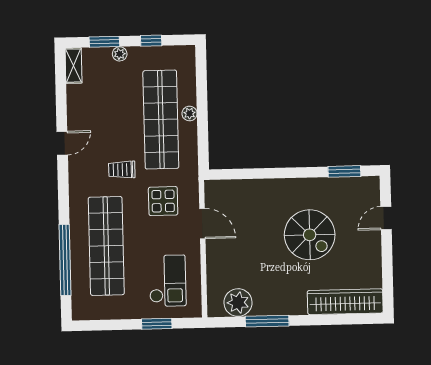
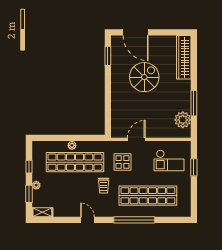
door: (386, 218) -> (136, 32), width x1.88
window: (65, 260) -> (134, 220), moved
checkout: (168, 281) -> (169, 160), turned 180

